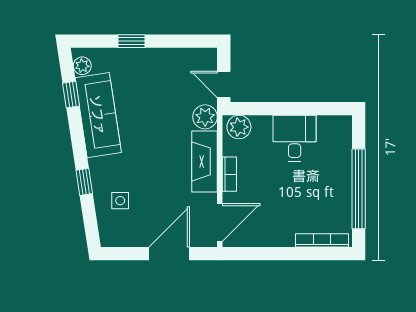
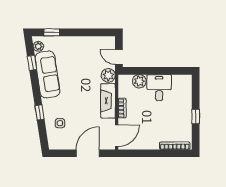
window: (132, 41) -> (52, 32), moved
plant: (239, 127) -> (139, 81), moved
window: (359, 189) -> (196, 116), width x0.32

